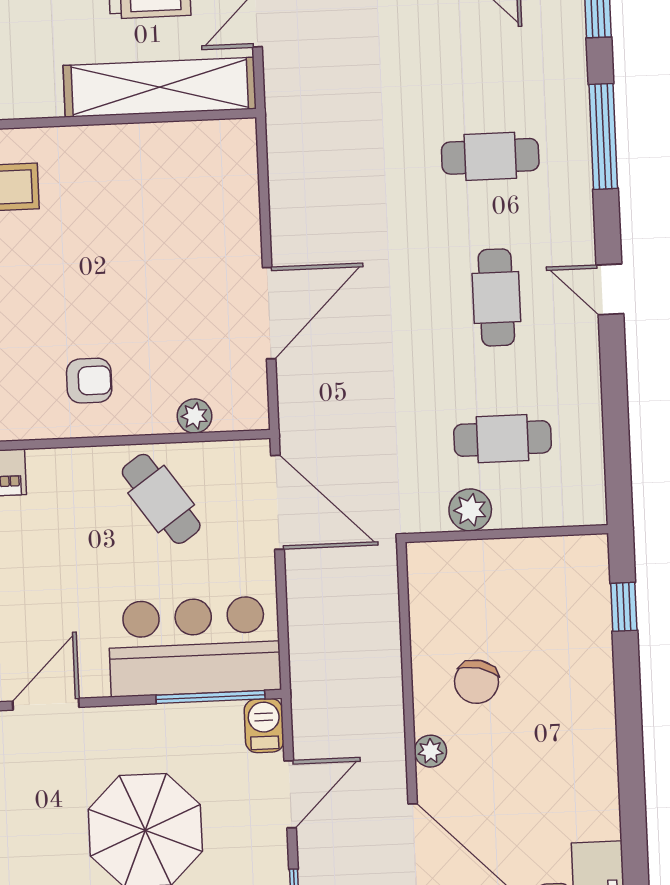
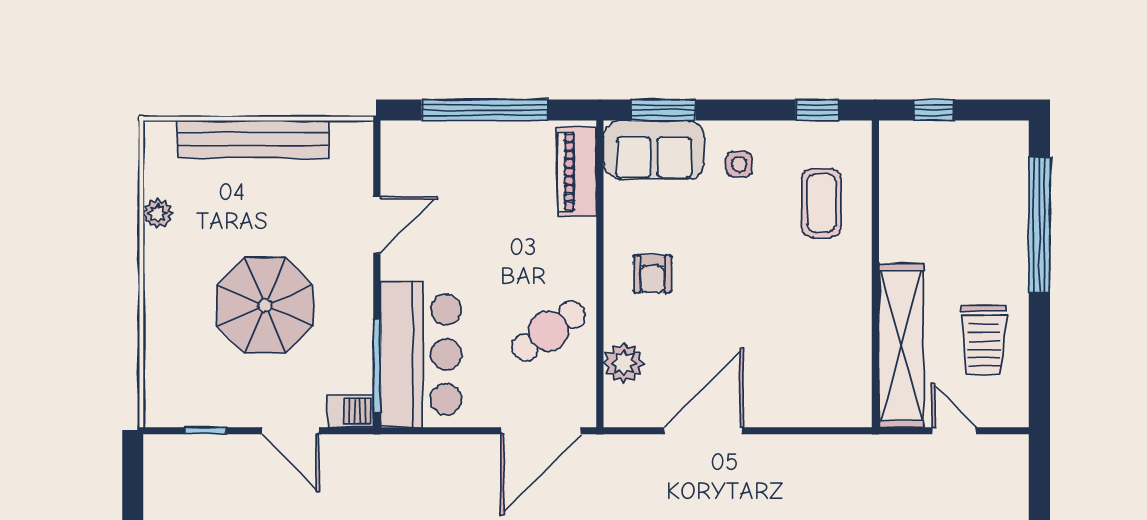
door: (269, 313) -> (704, 431), swing flipped
plant: (195, 416) -> (624, 363), width x1.38, depth x1.38
door: (46, 704) -> (377, 225), hinge flipped

